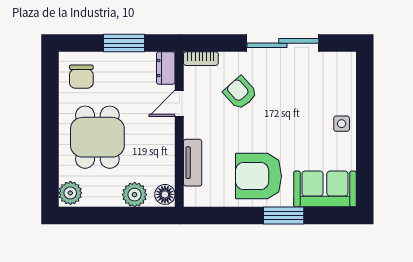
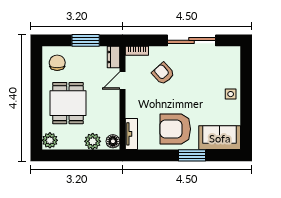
chair: (81, 77) -> (57, 63), turned 180
tv unit: (193, 163) -> (131, 134), moved

